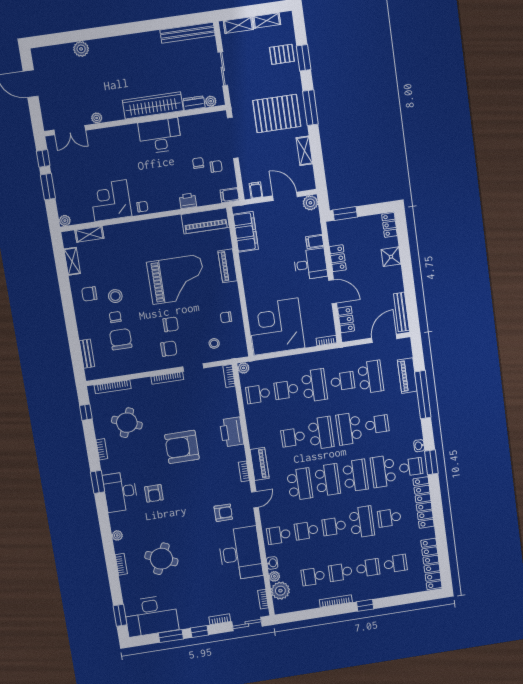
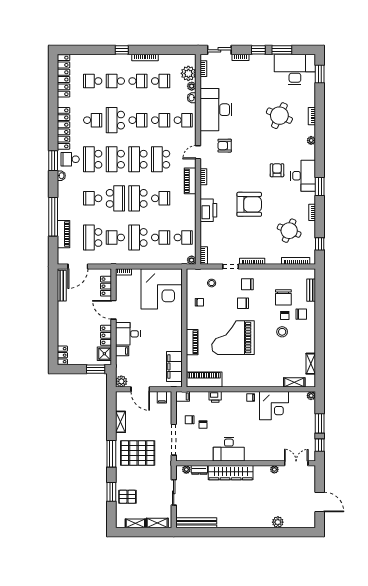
shower: (391, 257) -> (104, 354), moved
chair: (89, 294) -> (301, 314), moved
school desk: (383, 471) -> (93, 159), turned 180

